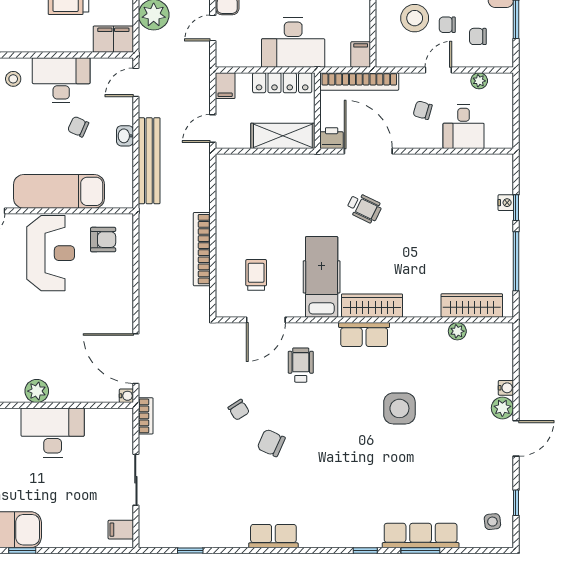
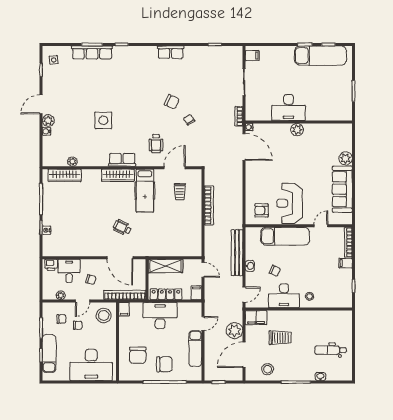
stool: (415, 18) -> (104, 315), moved
door: (213, 129) -> (203, 270), hinge flipped
printer: (332, 138) -> (51, 265), moved

